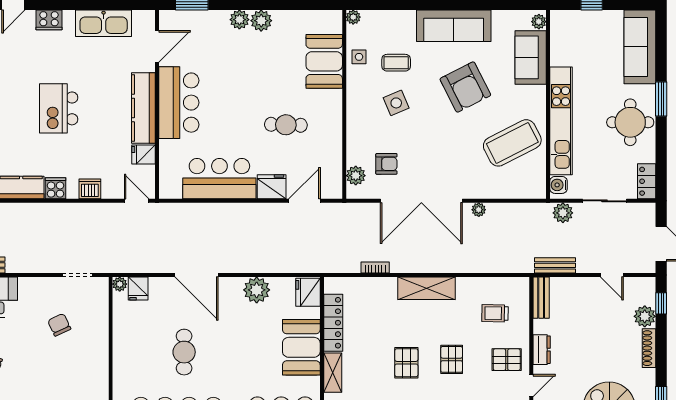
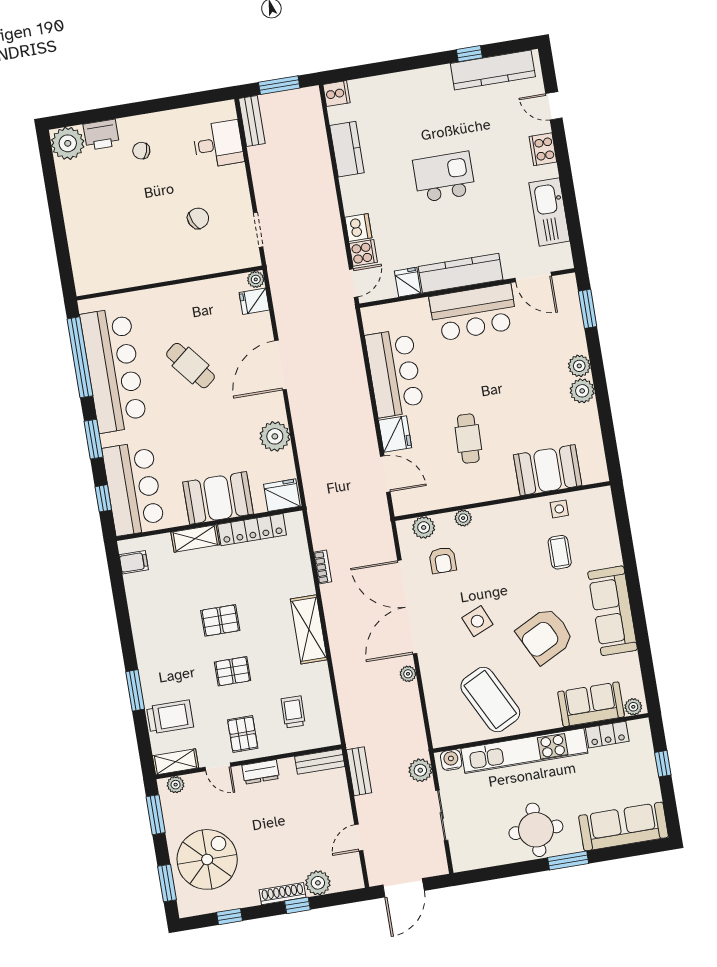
plant: (353, 17) -> (463, 518), moved
side table: (396, 103) -> (477, 621), moved
locker: (647, 181) -> (607, 735), moved, turned 180
cooker: (56, 188) -> (363, 253), moved
window: (661, 303) -> (297, 905), moved
cafe table: (184, 352) -> (191, 366), turned 51

